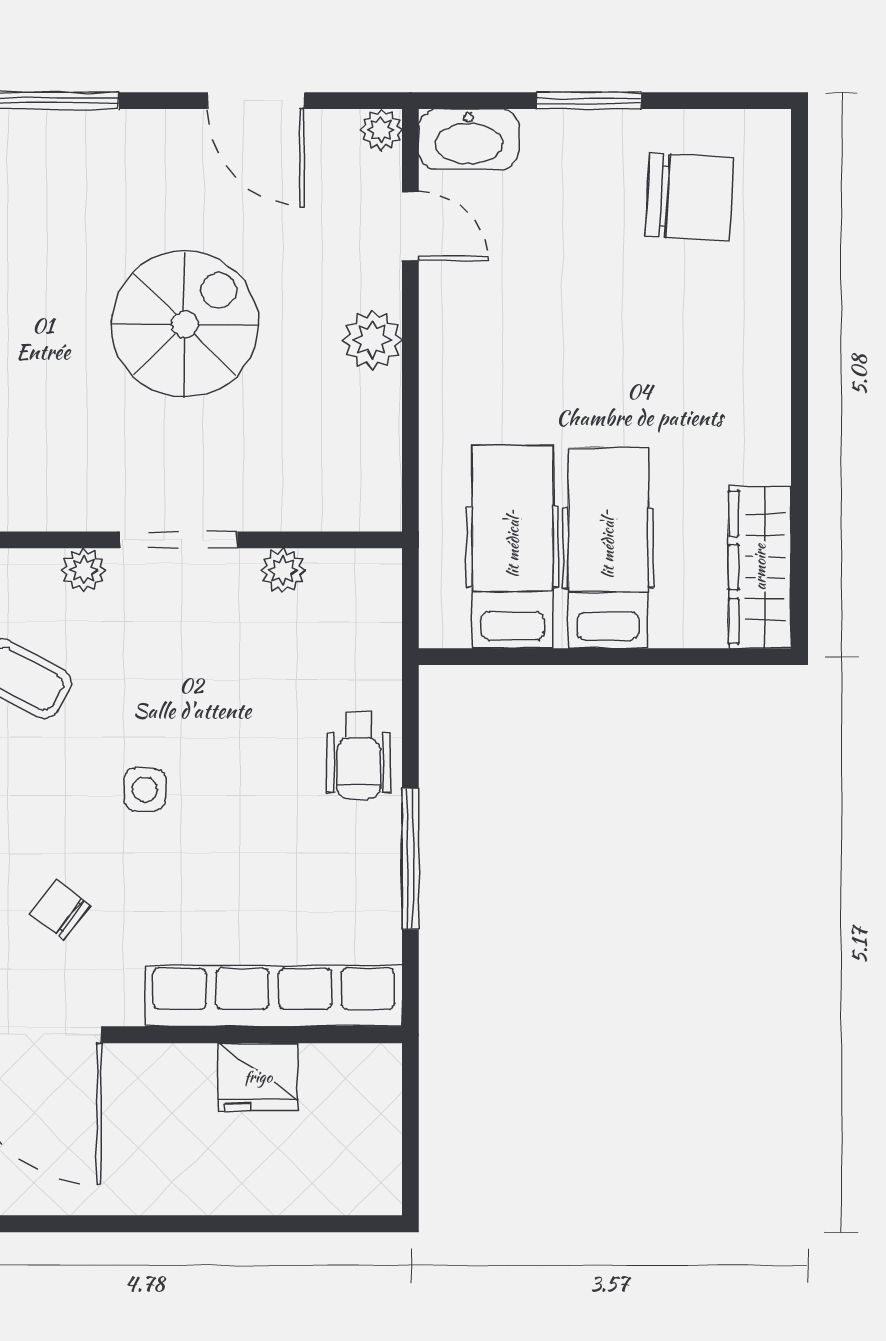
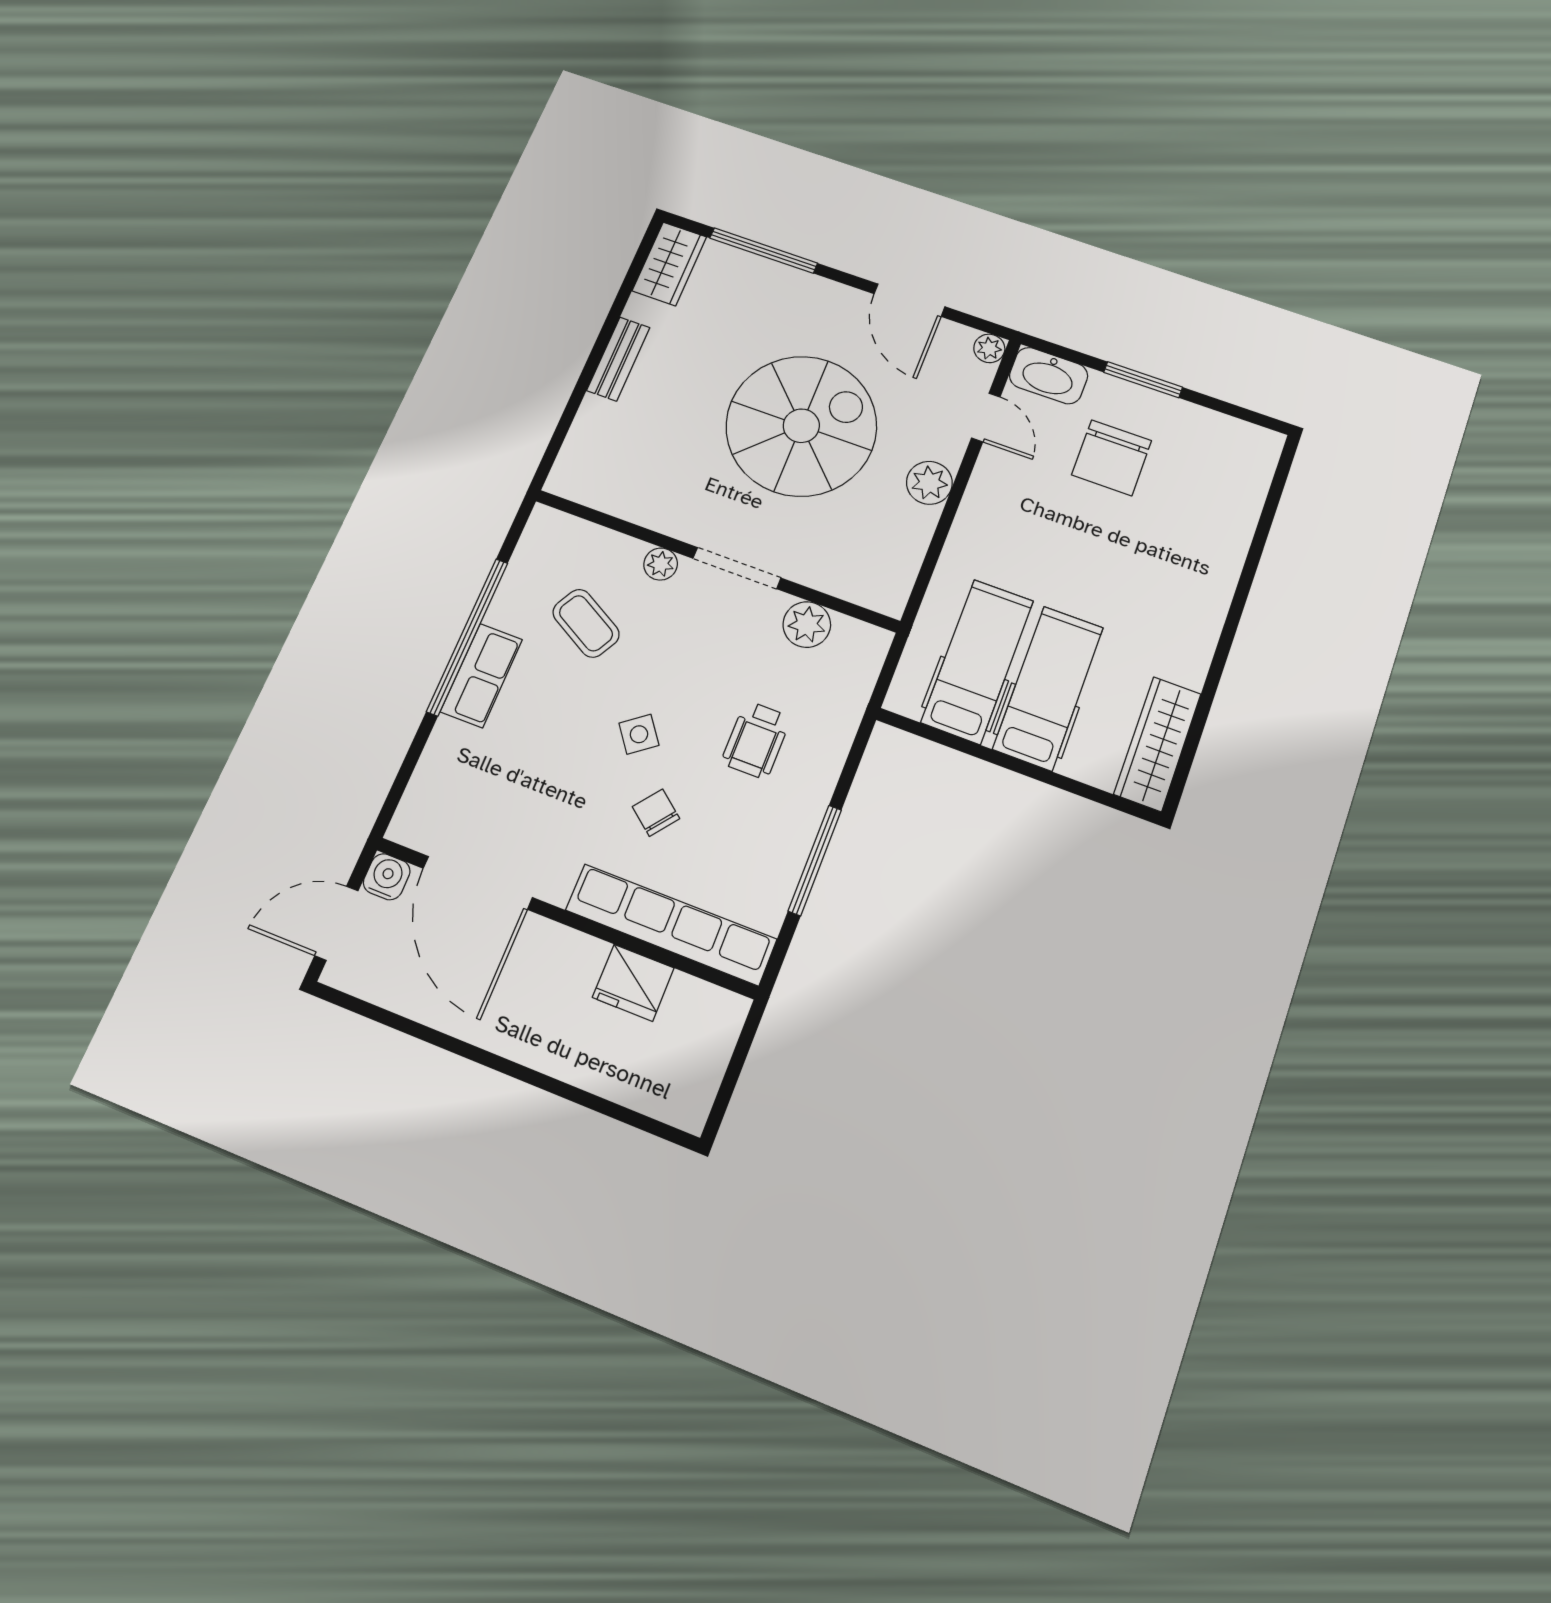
chair: (689, 197) -> (1112, 458), moved, turned 87
spiral stairs: (185, 324) -> (801, 426), width x1.37, depth x1.37
plant: (283, 570) -> (807, 625), width x1.38, depth x1.38
wheelchair: (359, 756) -> (756, 740), moved
side table: (145, 789) -> (639, 734), turned -37
chair: (60, 910) -> (656, 813), moved

